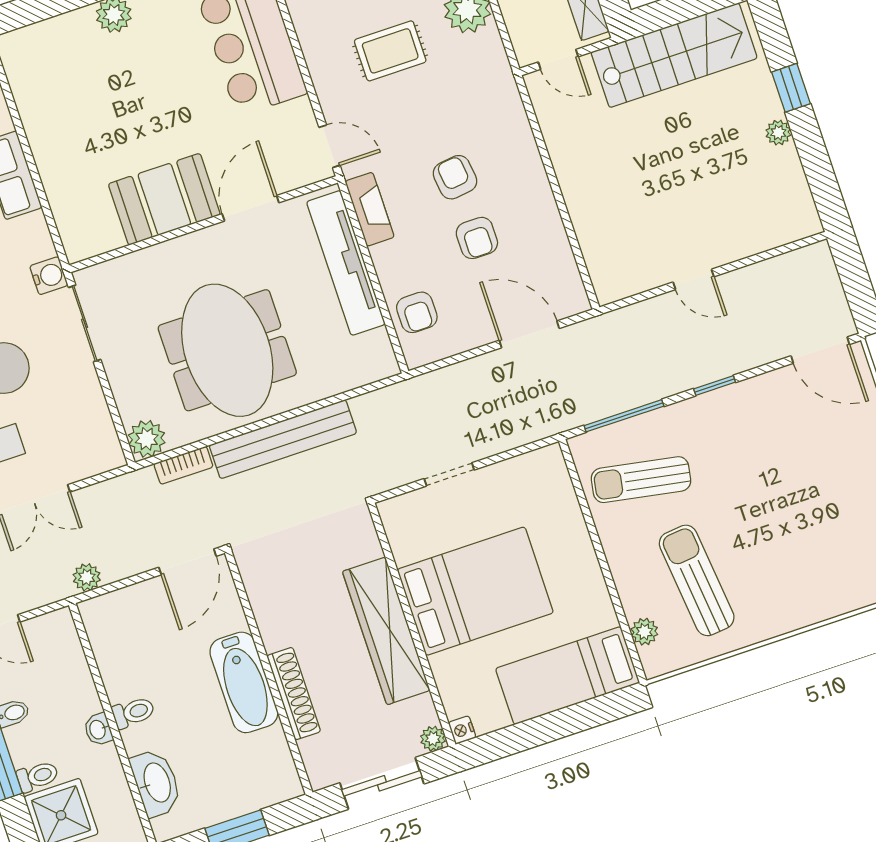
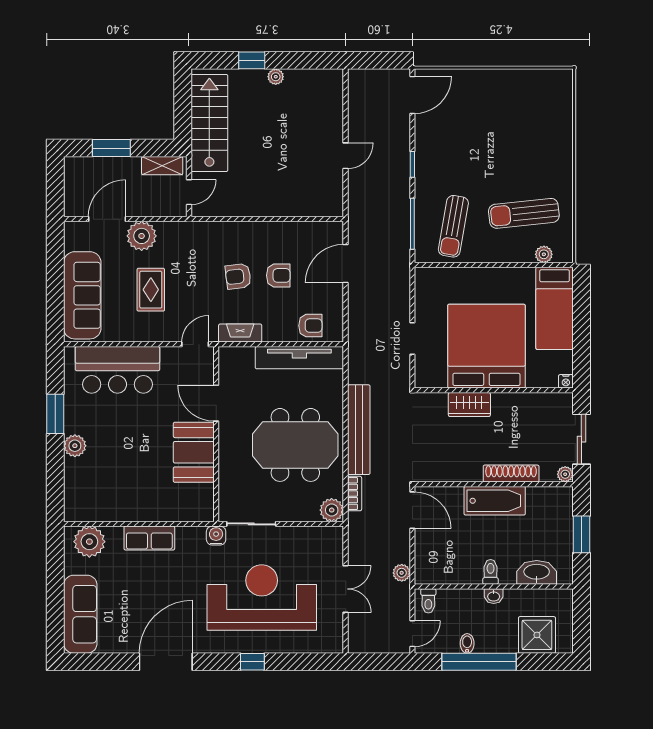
tv unit: (346, 263) -> (299, 358), moved
bed: (475, 591) -> (486, 346), width x1.36
wardrobe: (386, 631) -> (469, 404), width x0.48, depth x0.85
plant: (433, 739) -> (565, 474), moved
toilet: (38, 776) -> (428, 601), moved, turned 180

